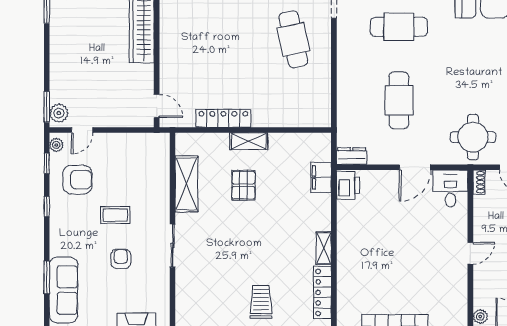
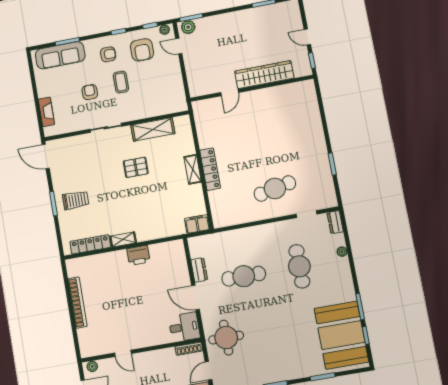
door: (157, 106) -> (230, 92), moved
locker: (223, 118) -> (210, 169), moved
dresser: (352, 156) -> (199, 270), moved
filing cabinet: (321, 177) -> (197, 224), moved
shoe rack: (479, 182) -> (189, 349), width x1.43
pallet: (243, 185) -> (136, 167), moved
printer: (348, 185) -> (138, 255), moved
armchair: (75, 226) -> (108, 54), added
door: (470, 253) -> (123, 353), moved
armchair: (121, 259) -> (90, 92), turned -90

